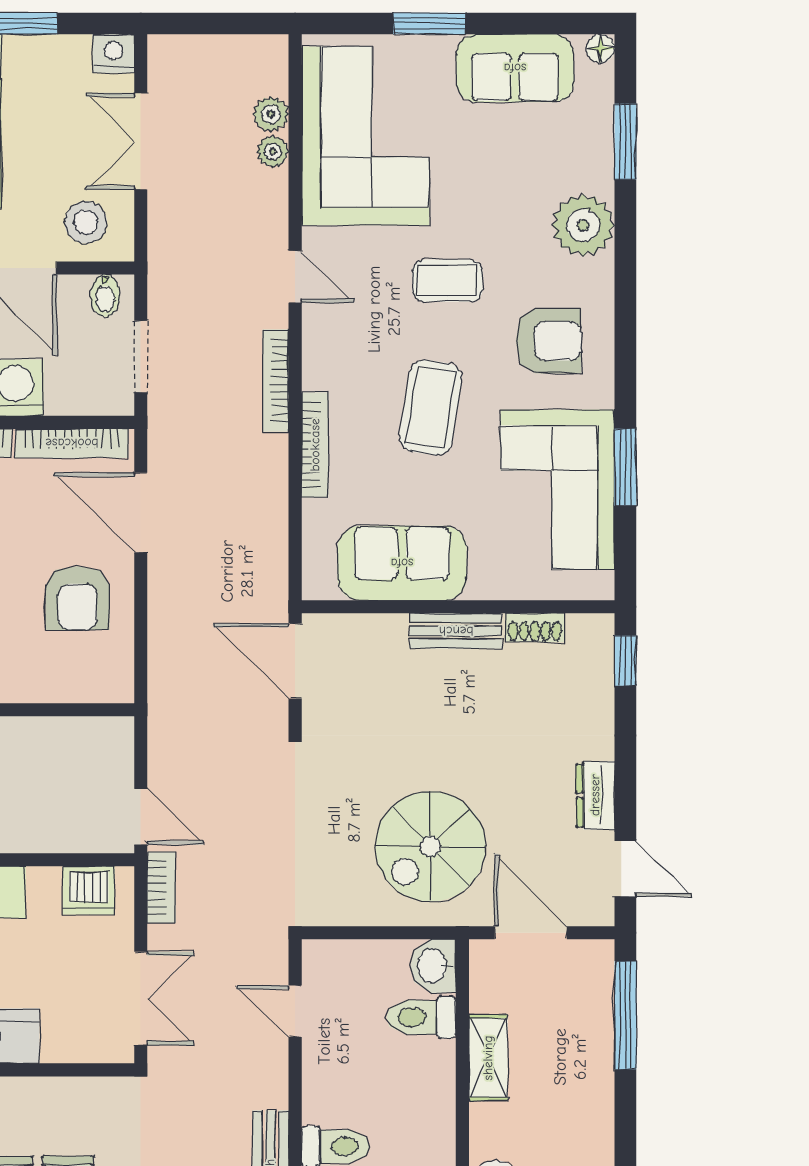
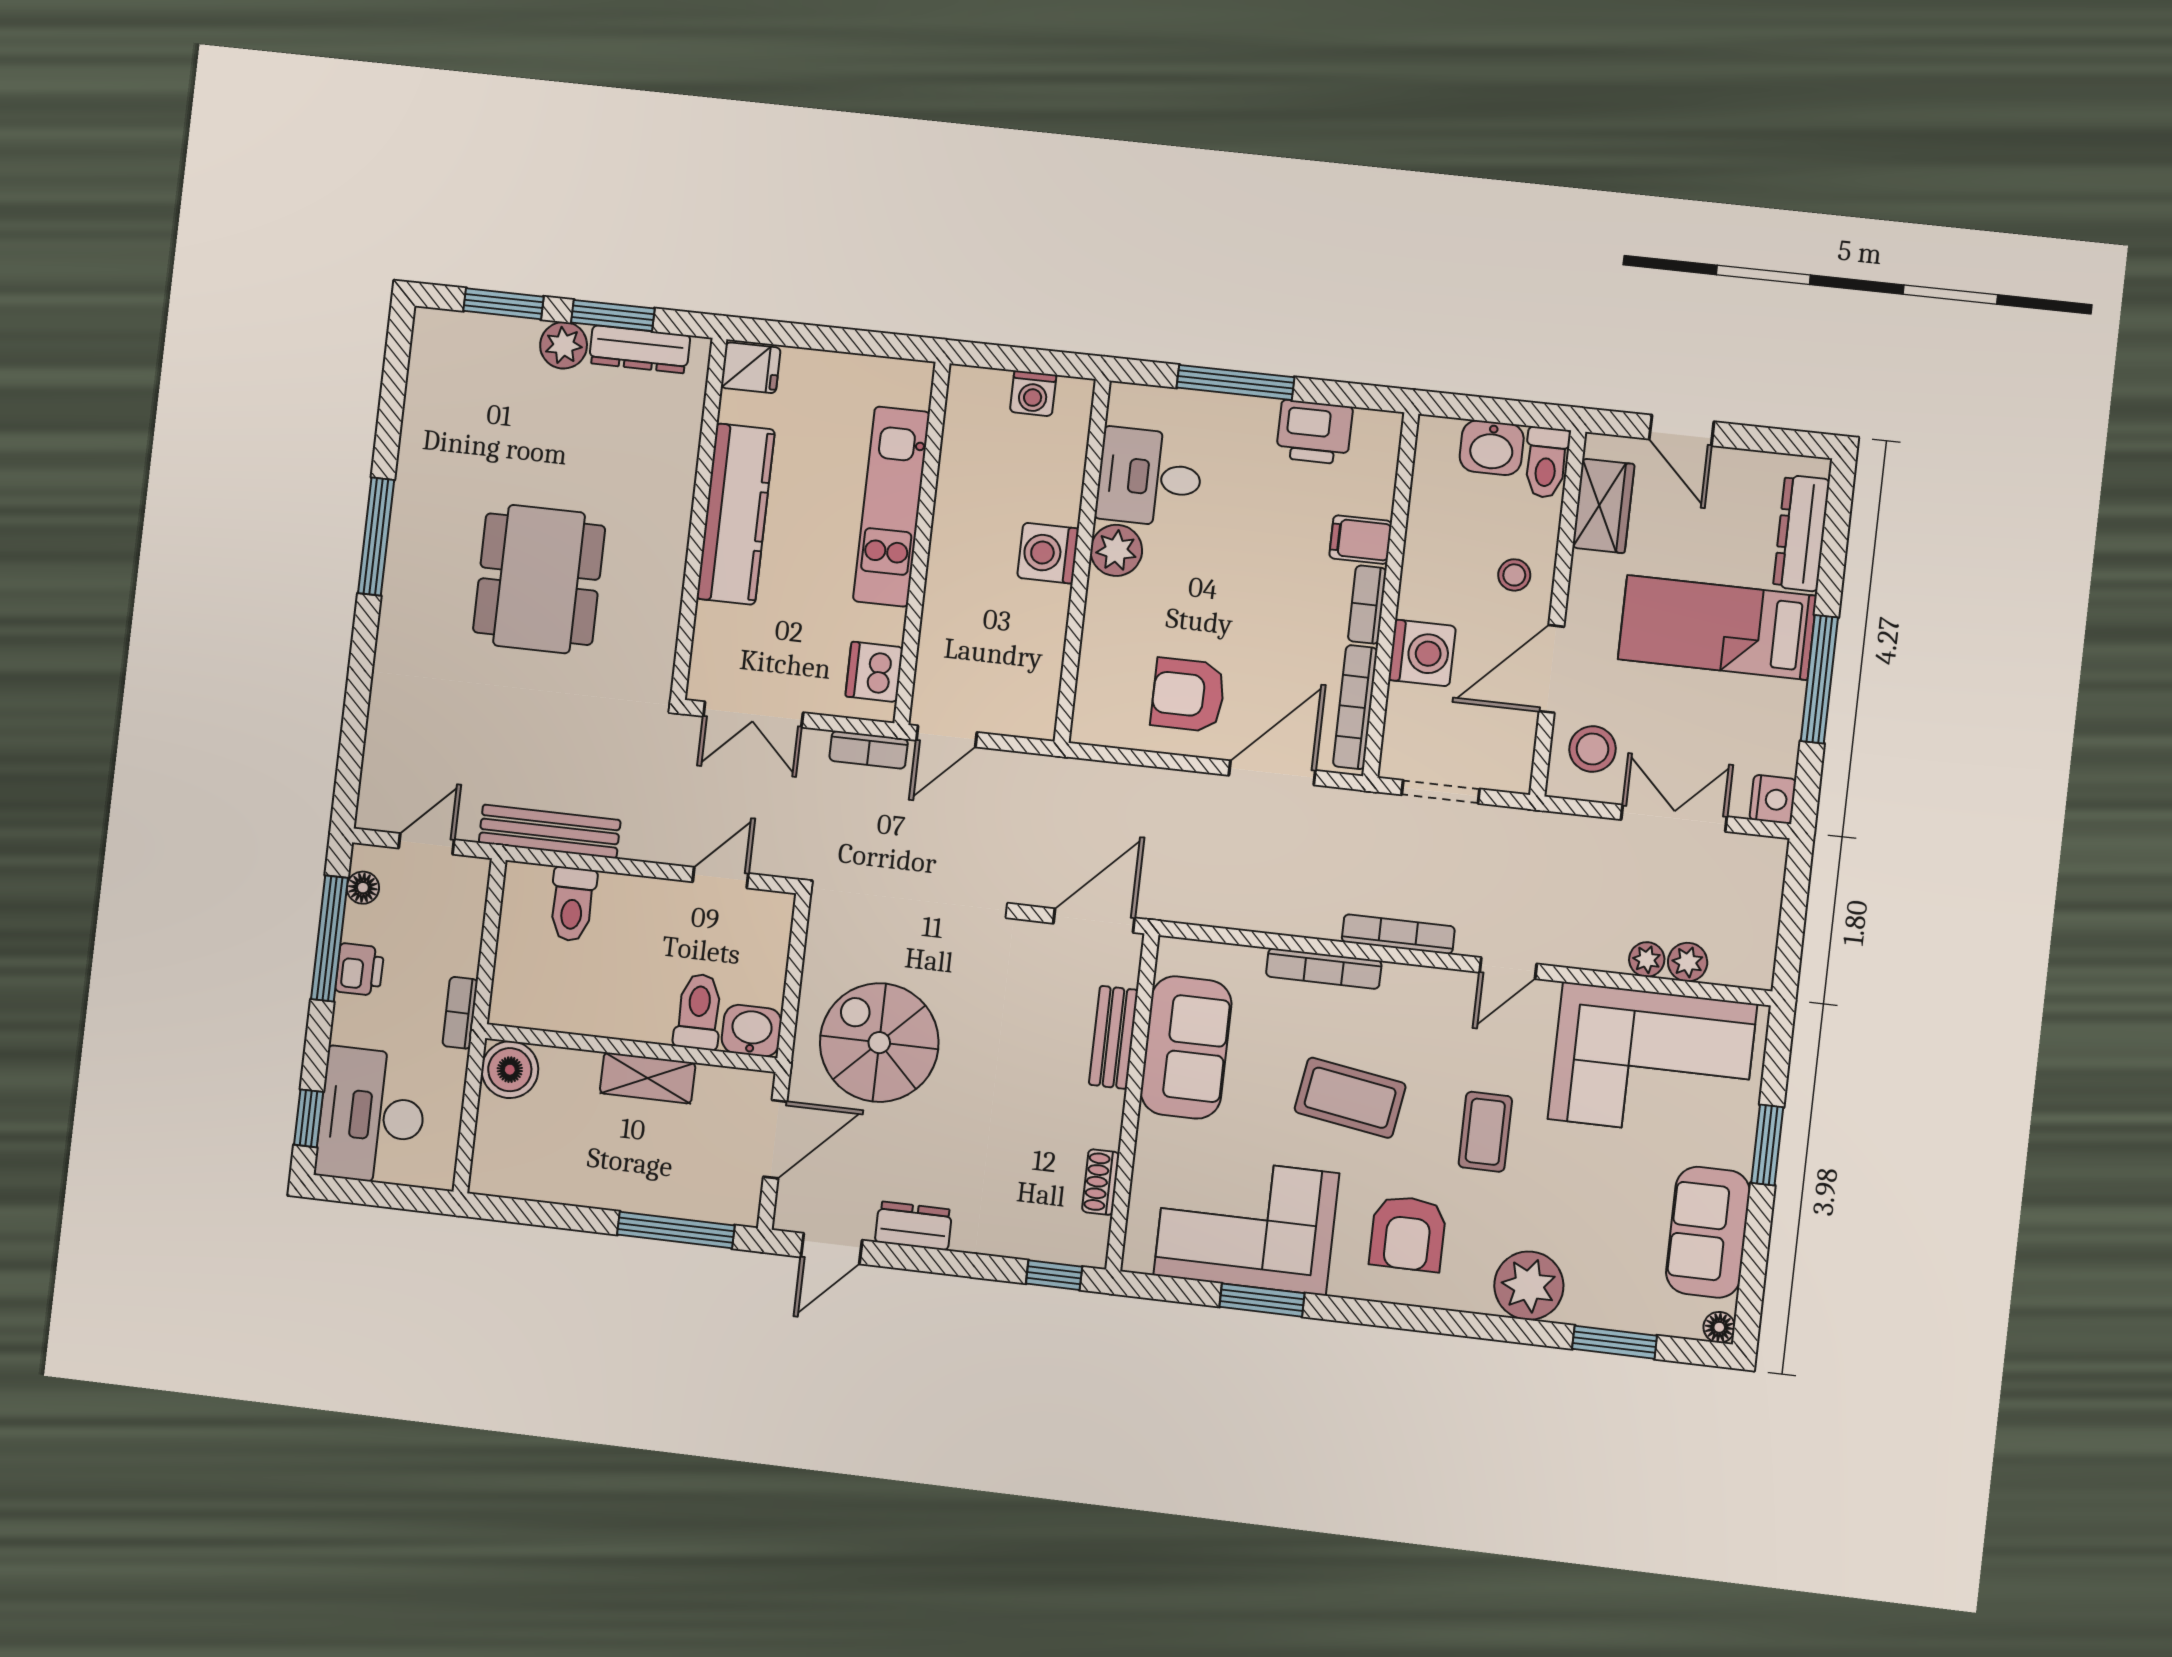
bidet: (105, 296) -> (1511, 761), removed
bench: (456, 631) -> (1113, 1037), moved

